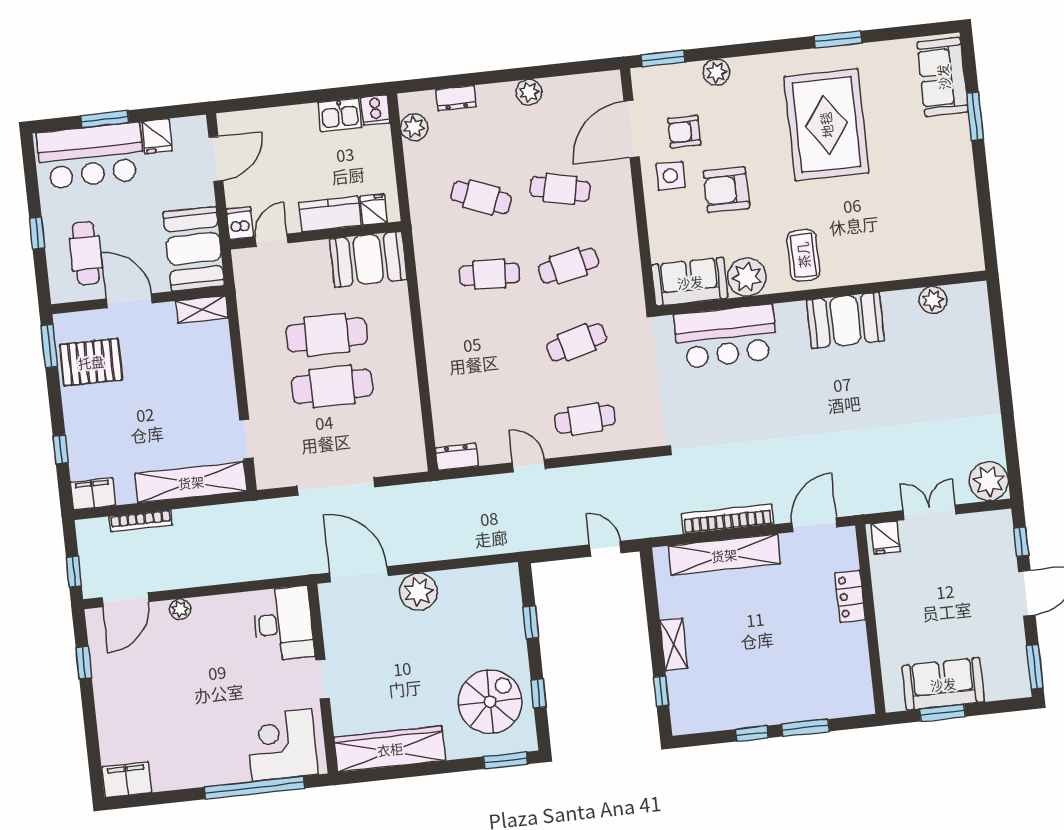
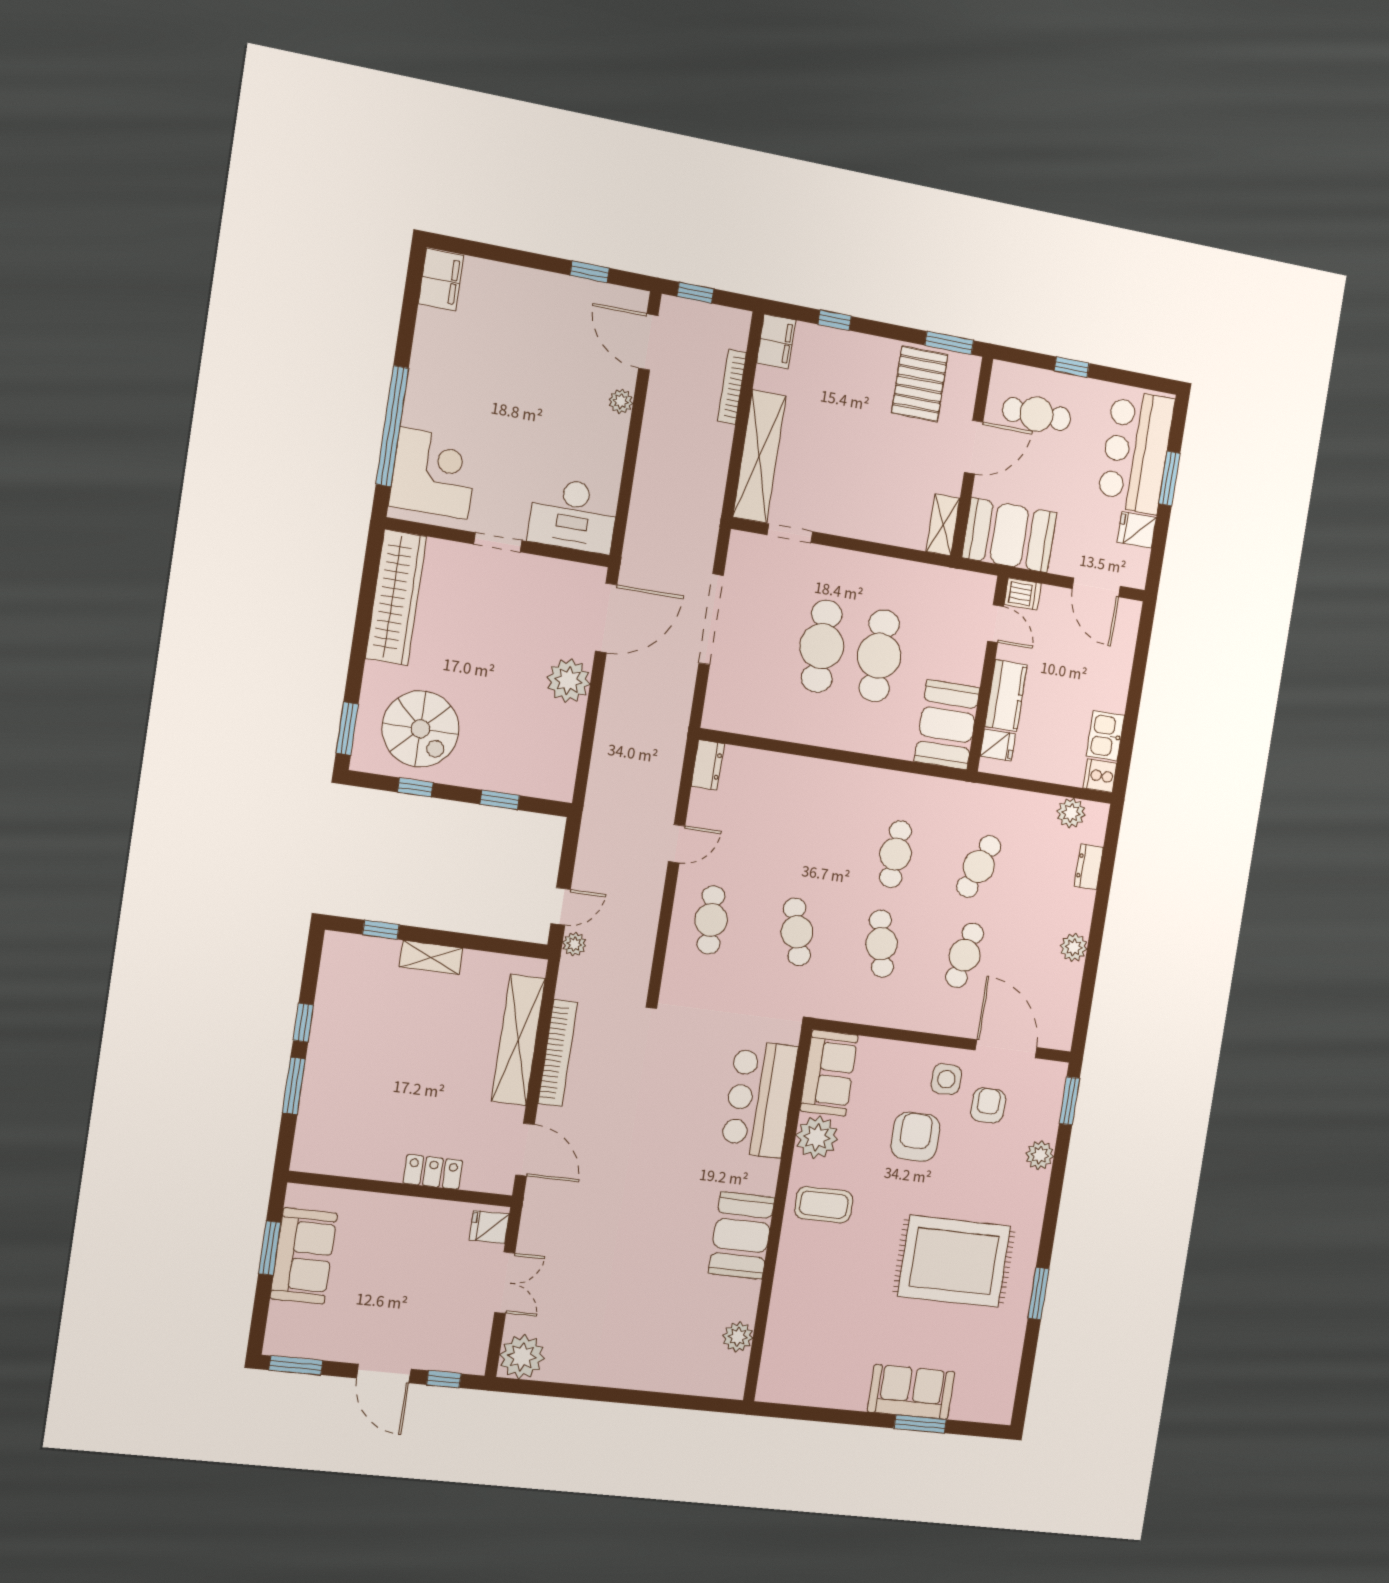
sofa: (943, 77) -> (911, 1392), moved
plant: (634, 529) -> (574, 944), added

